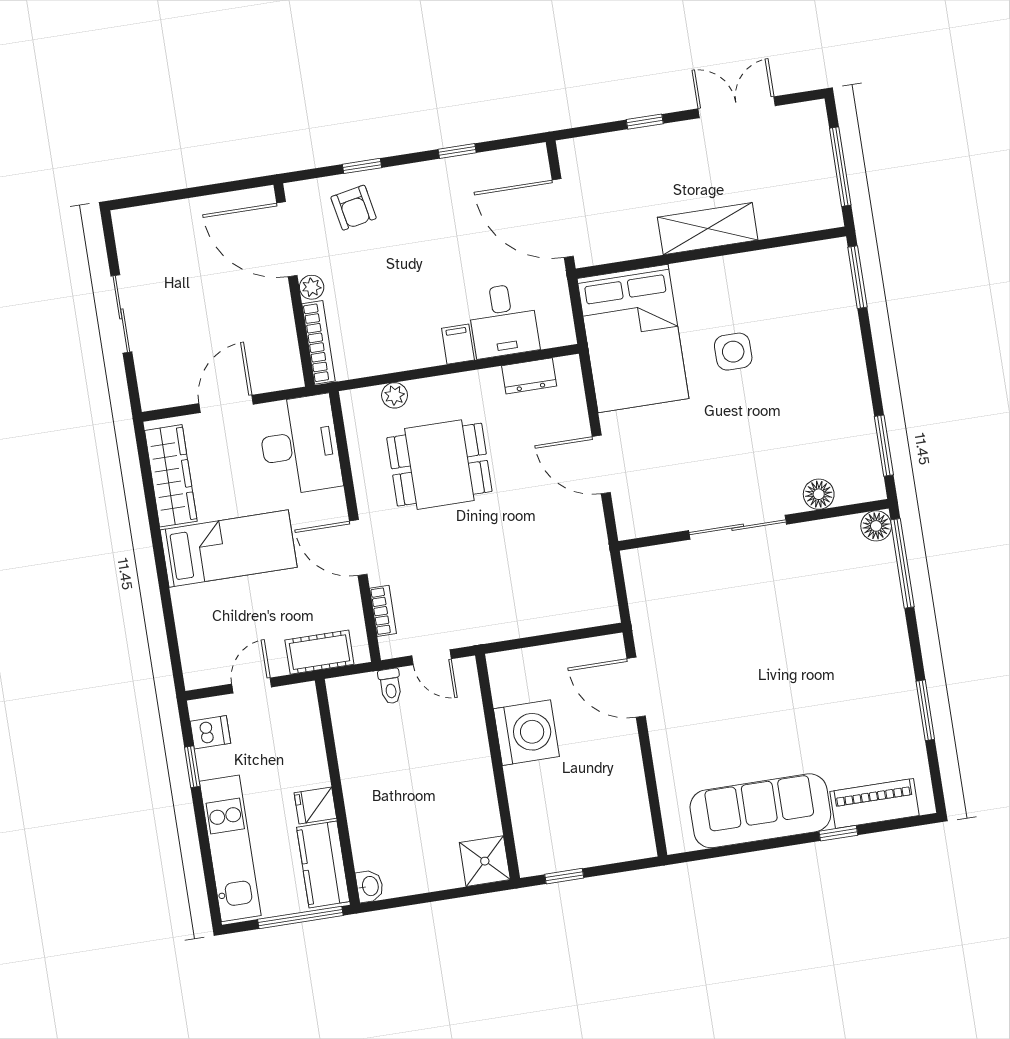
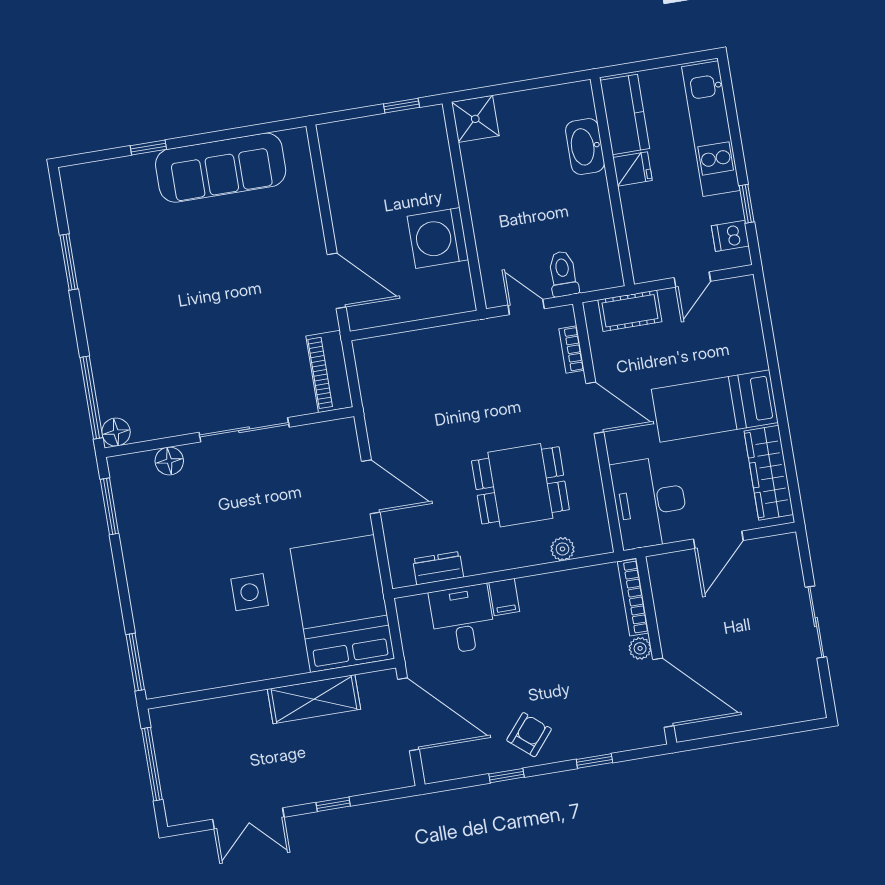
armchair: (354, 208) -> (529, 735), moved, turned 51
shelving: (708, 229) -> (314, 699), moved
toilet: (390, 686) -> (563, 274), width x1.37, depth x1.39
piano: (875, 804) -> (329, 371), moved, turned 90
washbasin: (370, 886) -> (585, 147), moved, width x1.91, depth x1.45
window: (300, 917) -> (645, 65), removed

